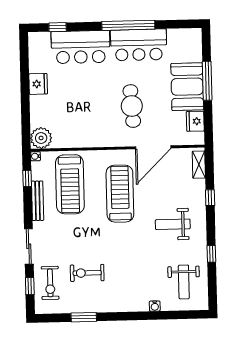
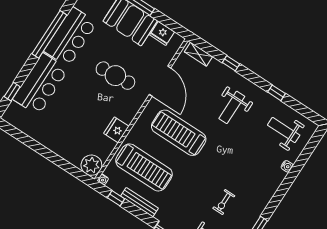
fridge: (38, 84) -> (116, 130), moved, turned -90
exercise bike: (87, 273) -> (224, 202), width x0.73, depth x0.72
weight bench: (184, 282) -> (284, 130), turned 180

